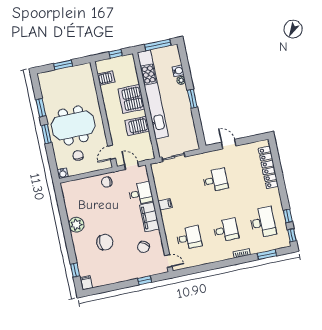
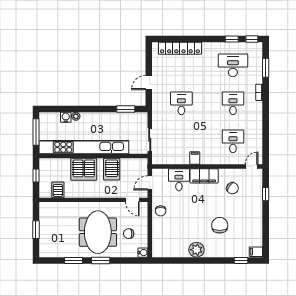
window: (192, 99) -> (126, 109), moved

